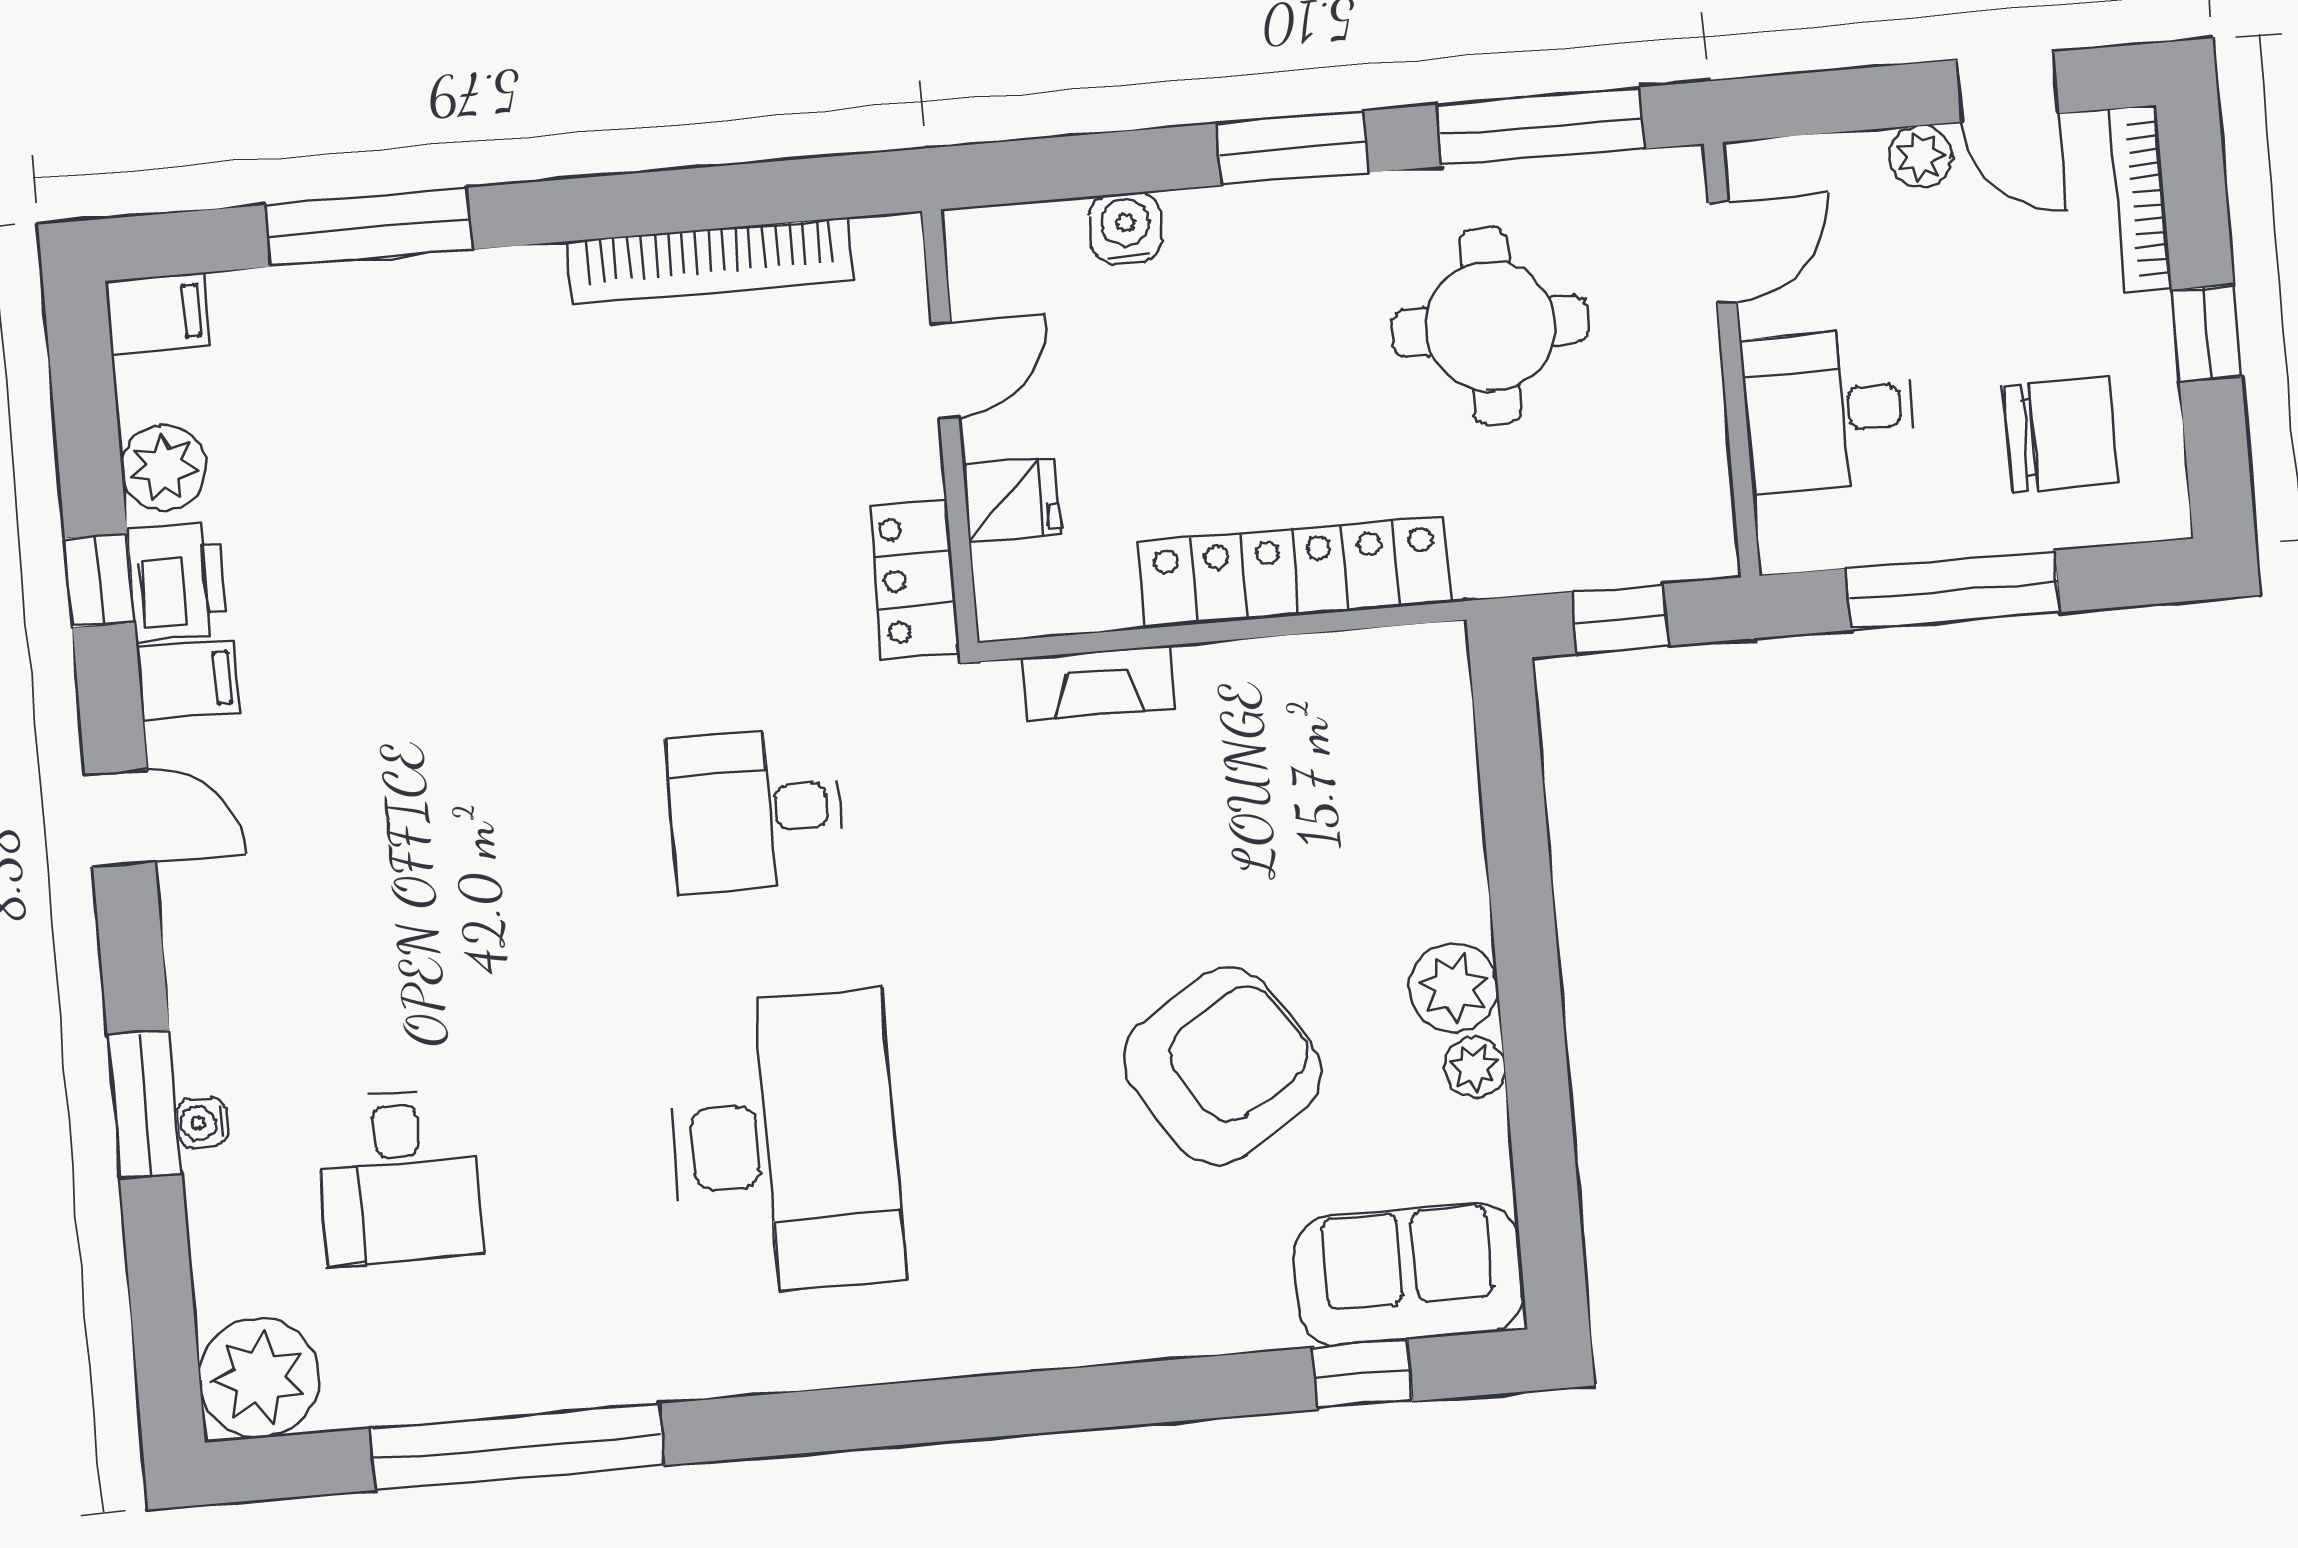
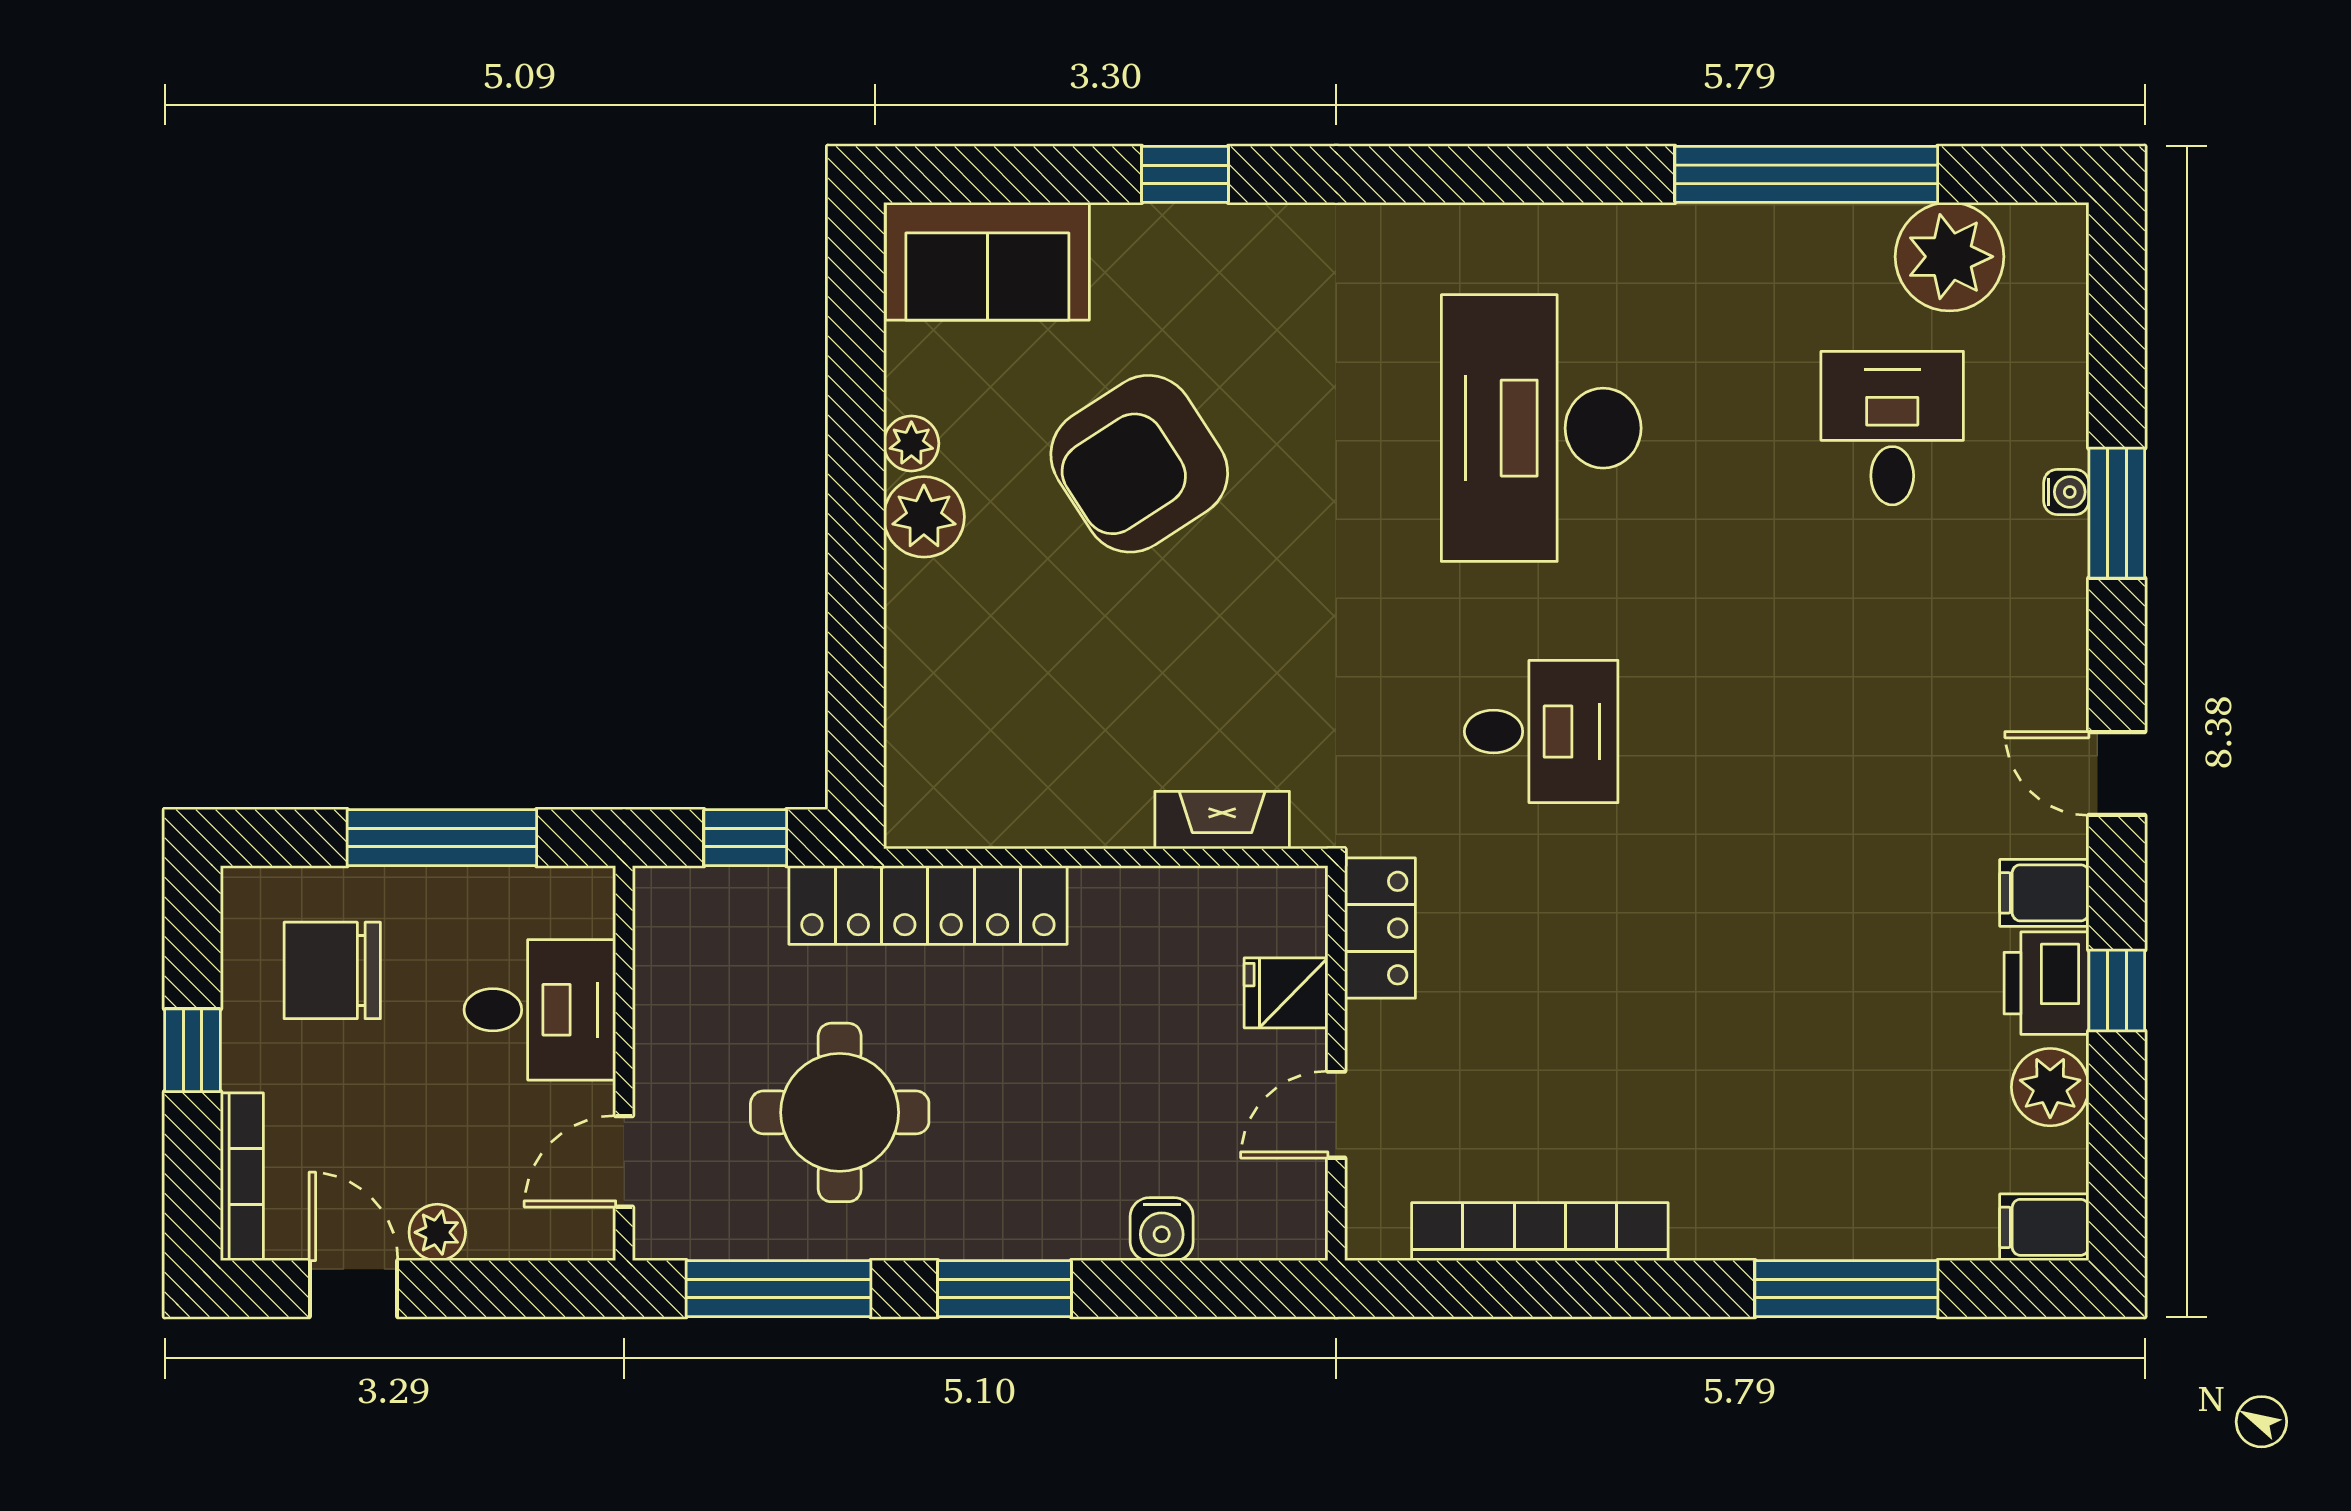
locker: (1295, 572) -> (928, 905), moved
window: (1362, 1374) -> (1185, 174), moved
plant: (259, 1378) -> (1950, 257), moved

